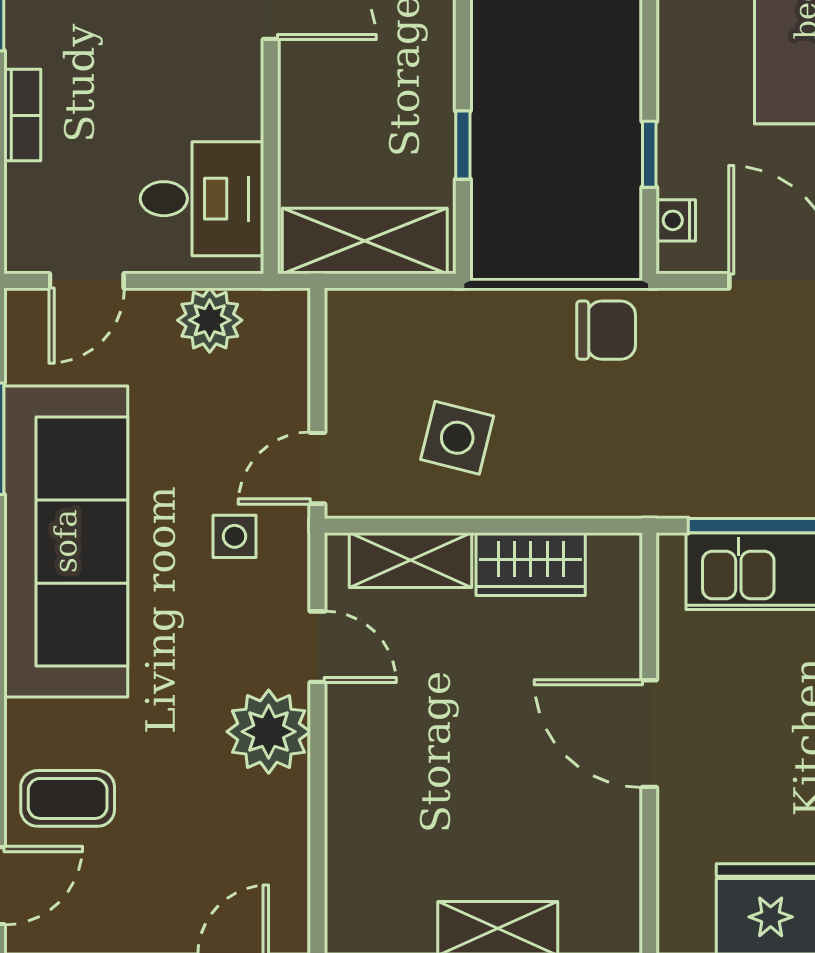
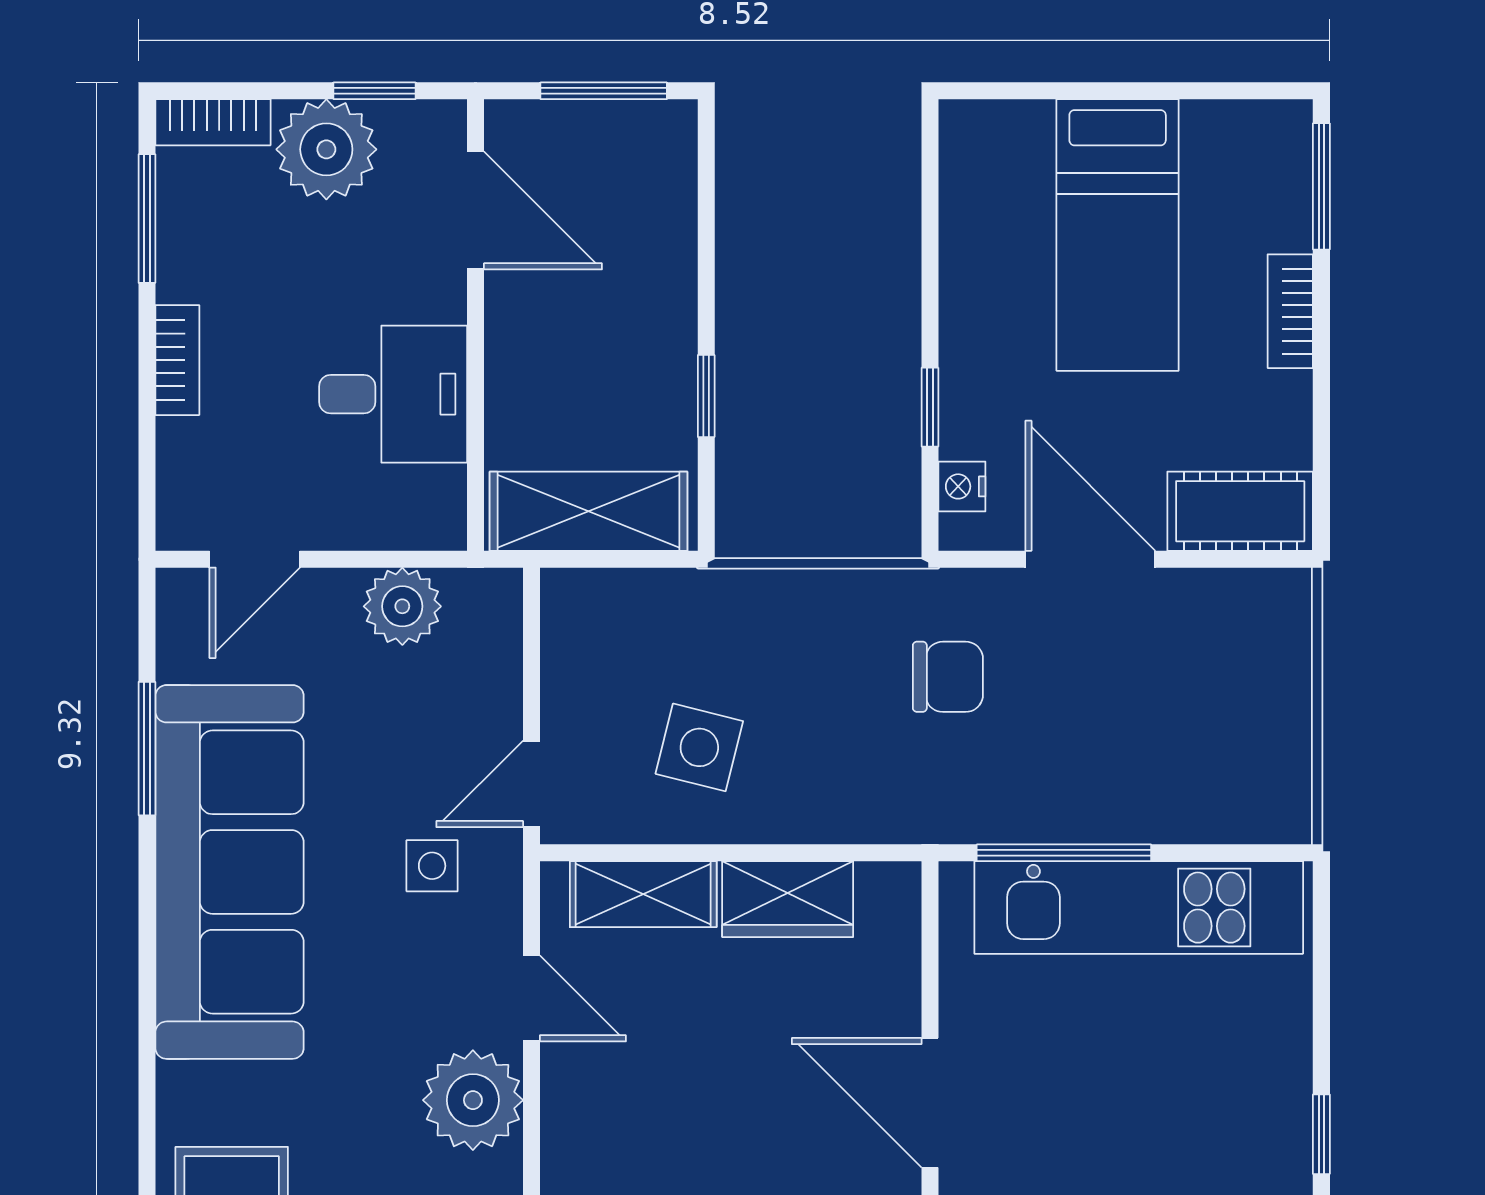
desk: (202, 199) -> (393, 394), moved
chair: (606, 330) -> (948, 677), moved

